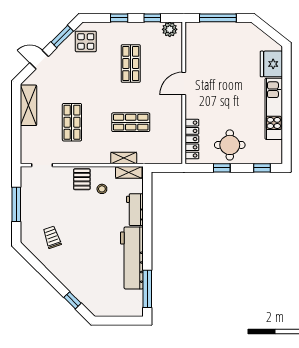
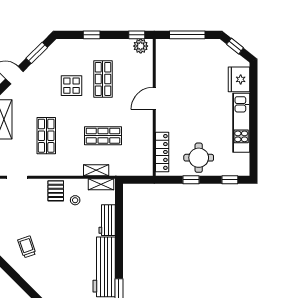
window: (152, 18) -> (137, 35), moved
window: (267, 29) -> (235, 46), added
display table: (86, 41) -> (72, 86), moved

